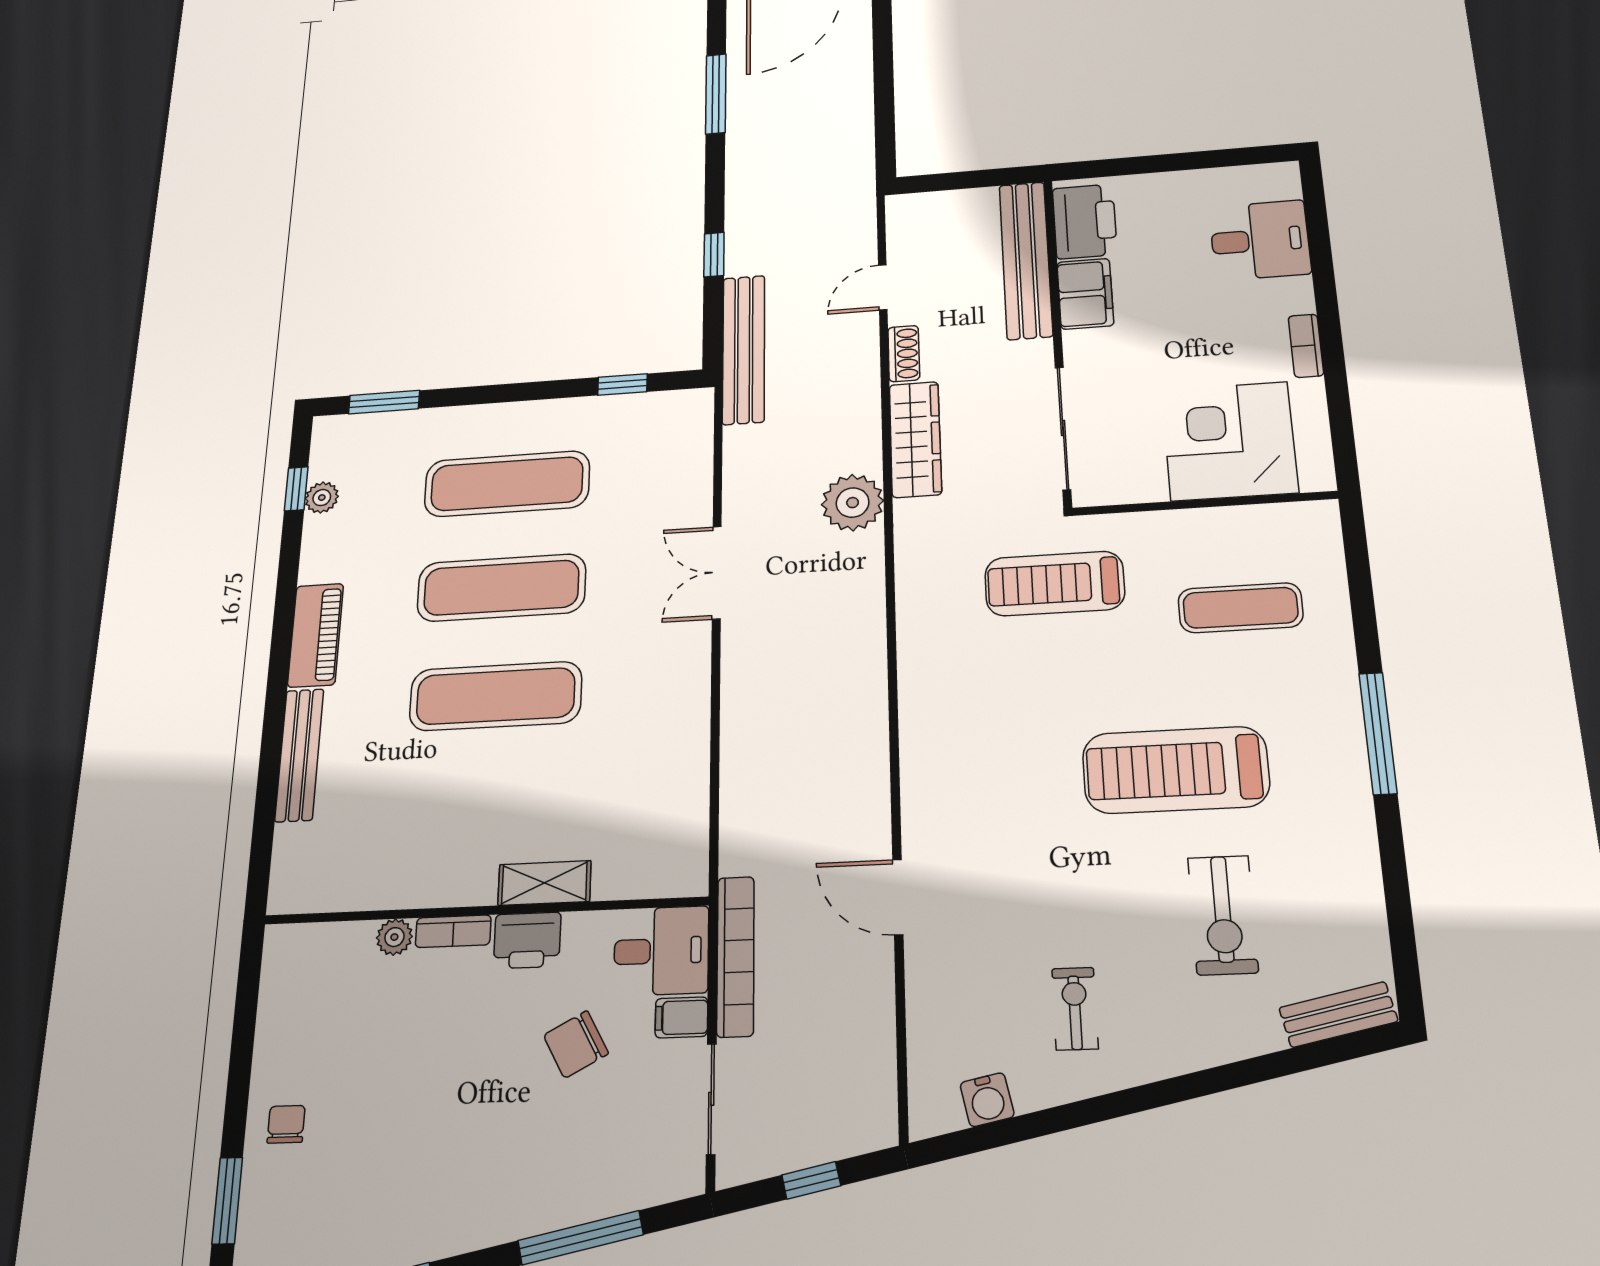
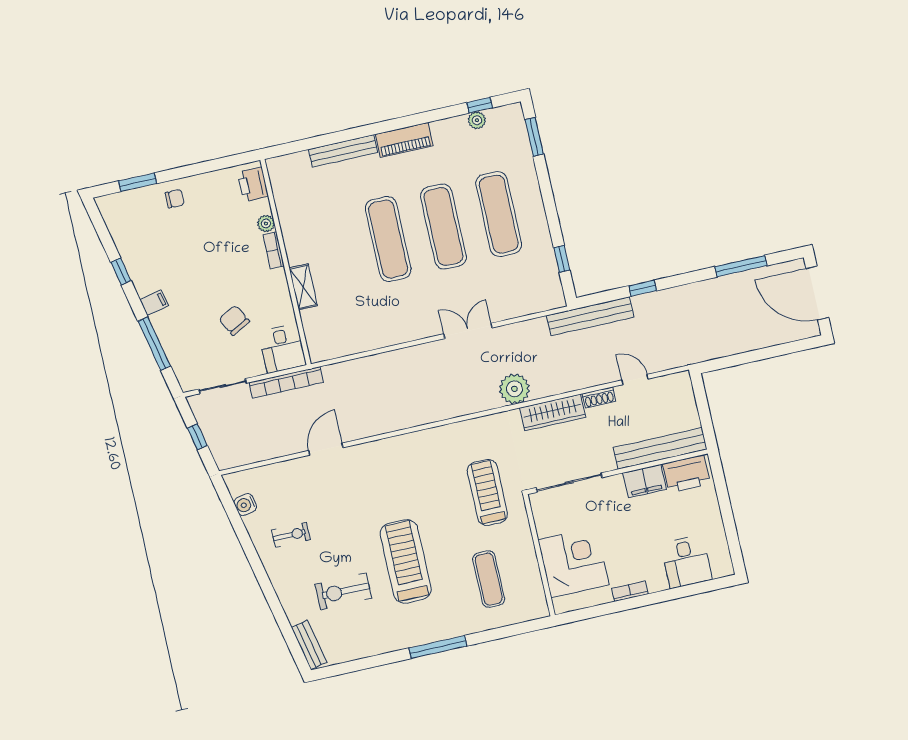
printer: (527, 940) -> (253, 184), moved
filing cabinet: (681, 1017) -> (154, 303), moved, turned 78

